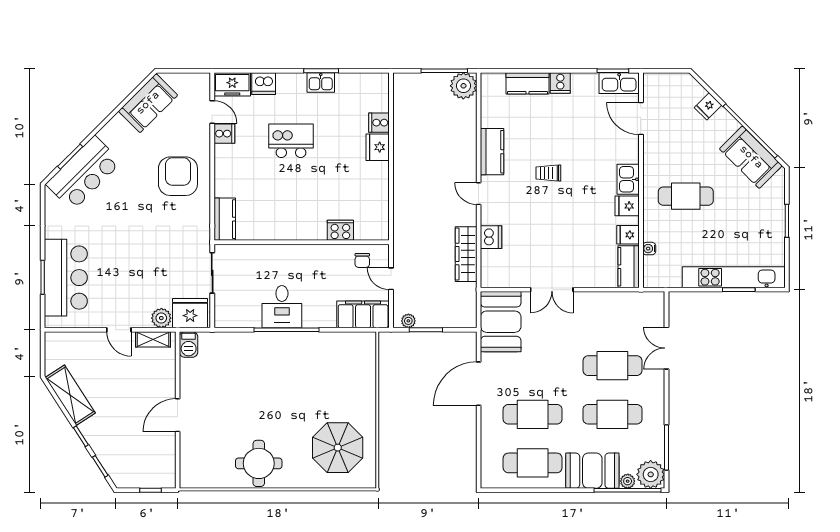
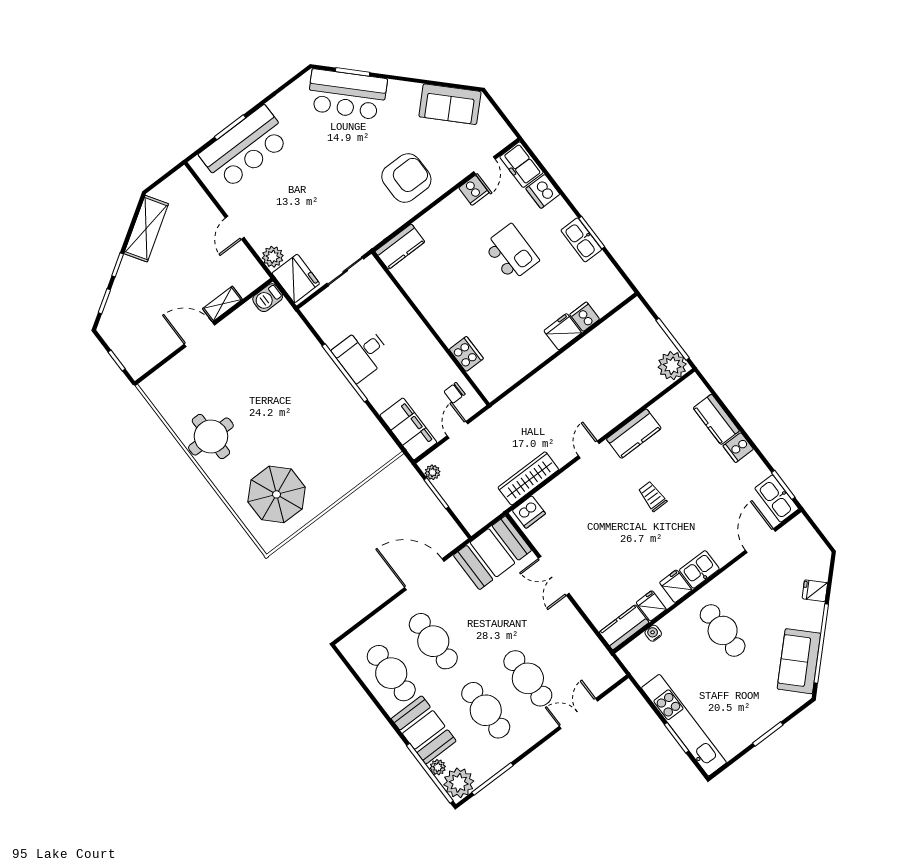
kitchen sink: (321, 82) -> (581, 240), width x1.38
dishwasher: (491, 237) -> (529, 512), moved
shelving: (153, 339) -> (222, 304), moved, turned 90

